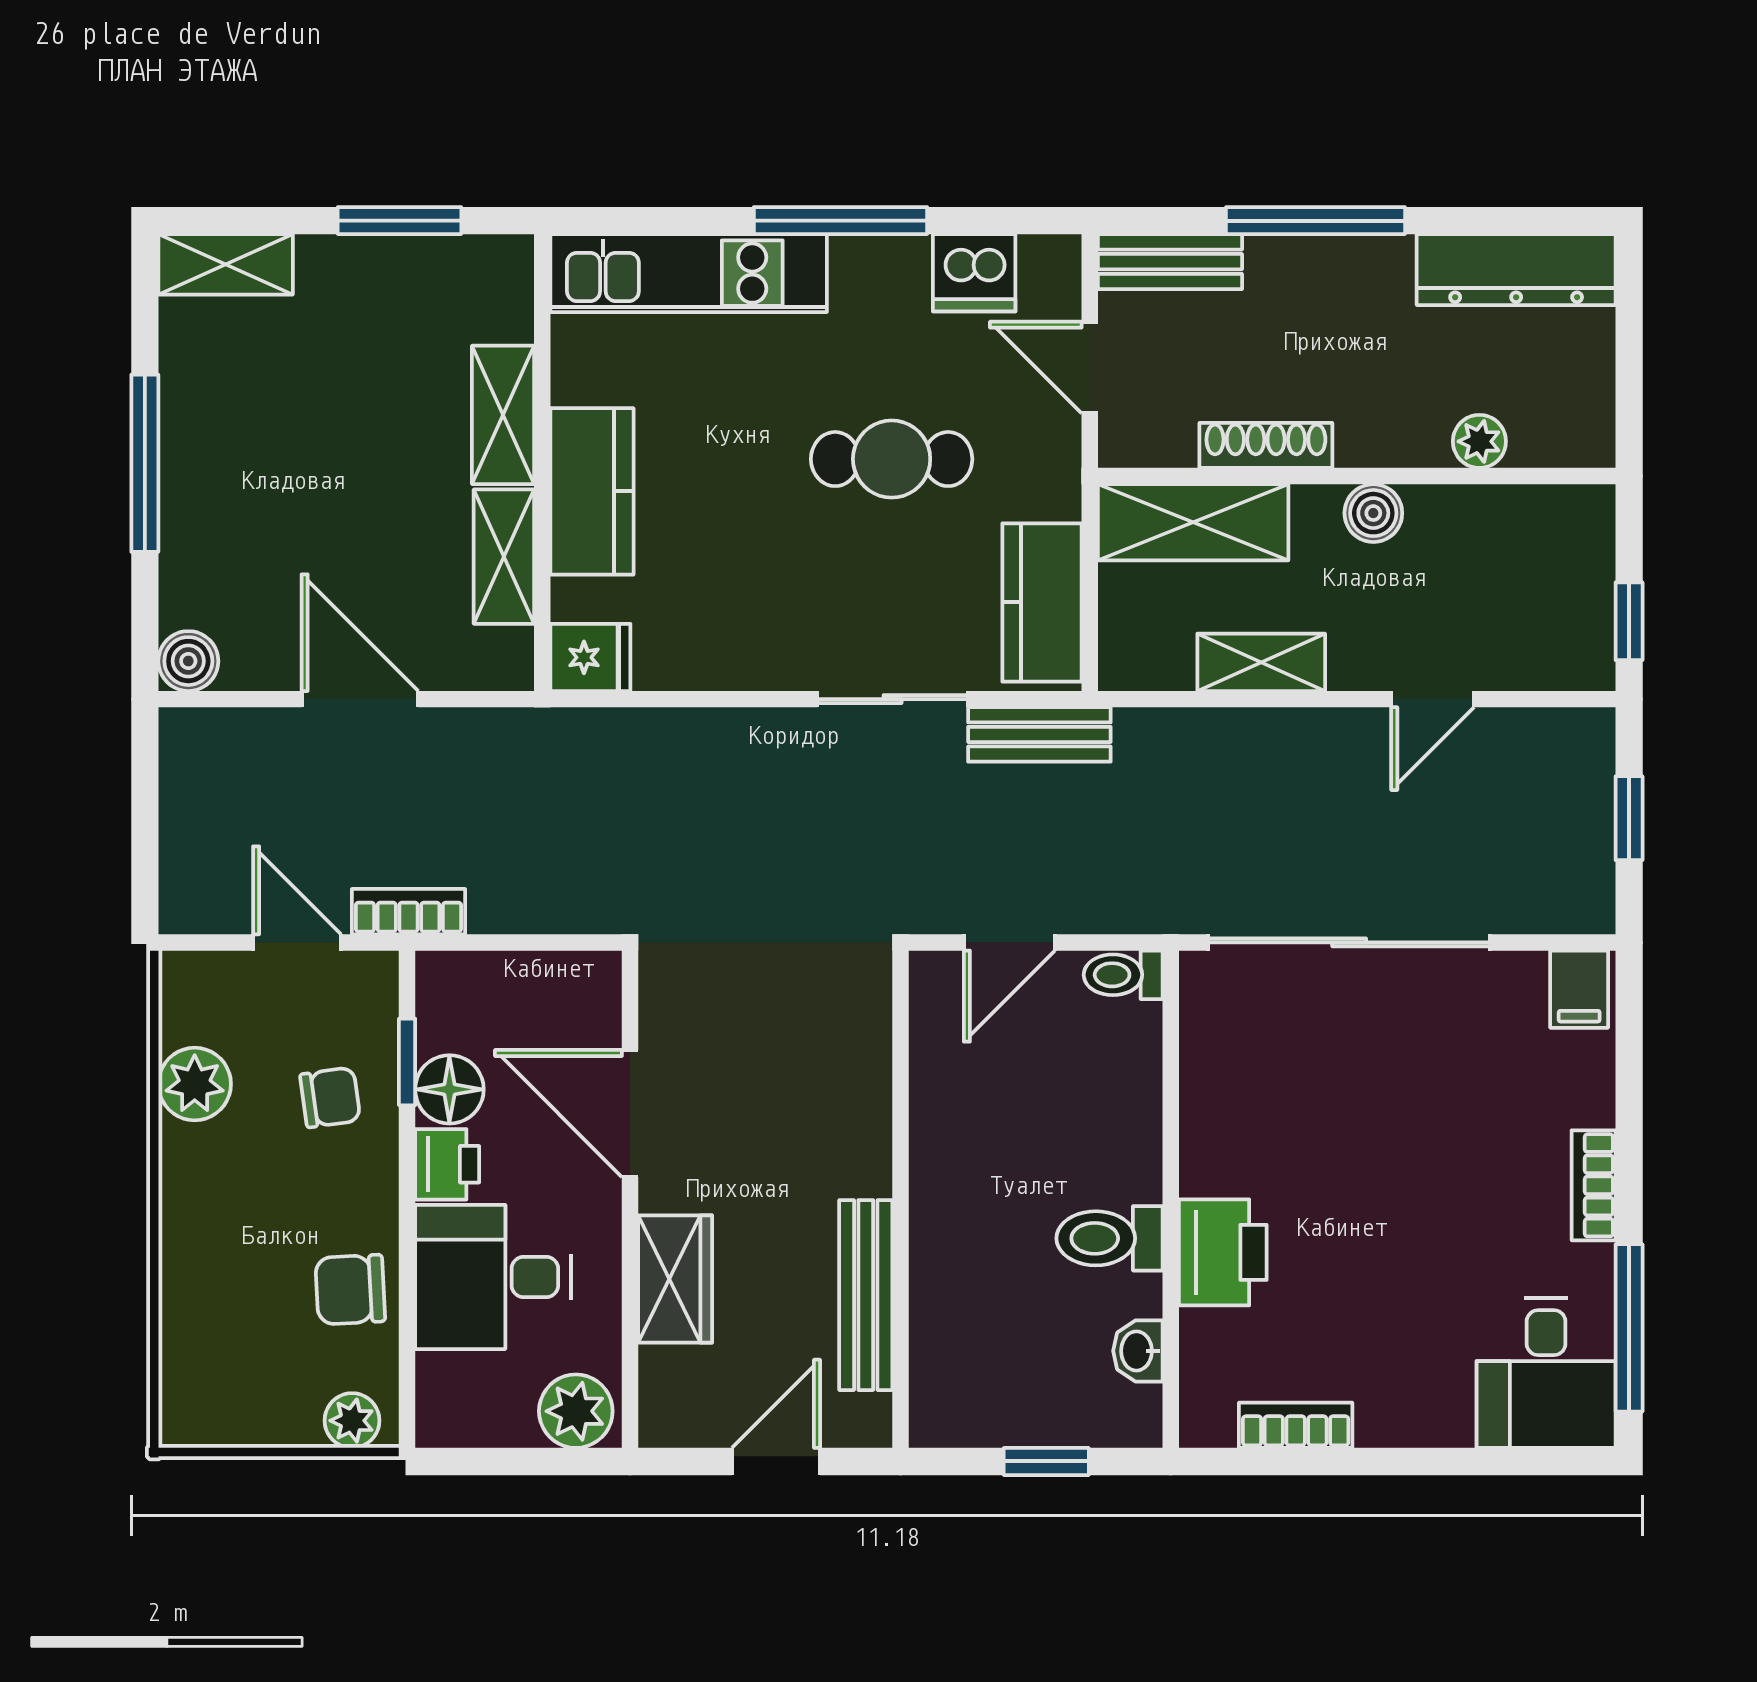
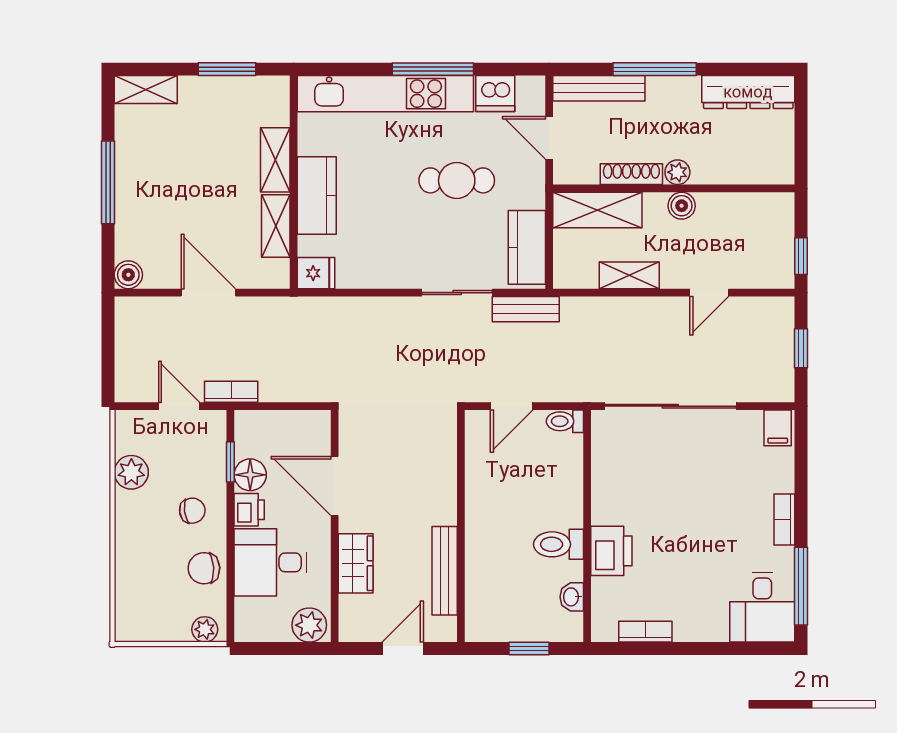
bench: (1170, 262) -> (599, 88), width x1.36
kitchen unit: (689, 273) -> (385, 94), width x1.36
plant: (1479, 441) -> (677, 172), moved
chair: (330, 1097) -> (192, 511), moved

